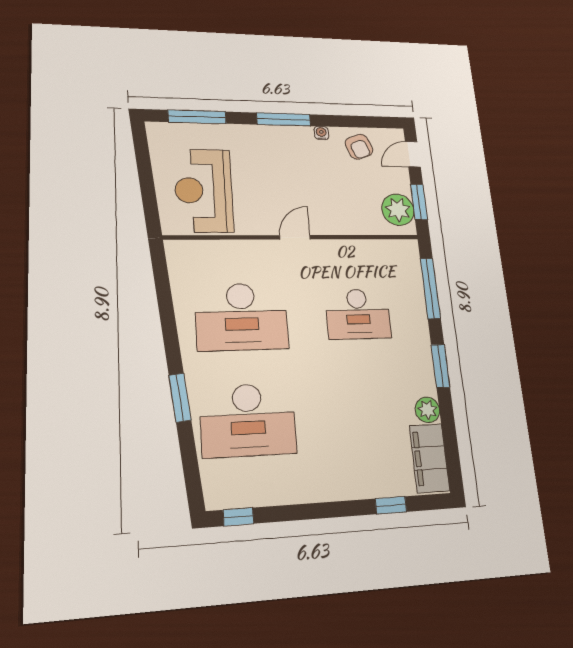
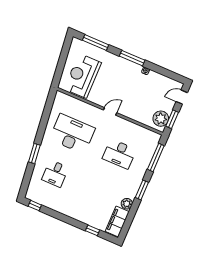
armchair: (359, 147) -> (159, 84), removed
desk: (242, 317) -> (72, 134), turned 180
desk: (248, 420) -> (55, 174), width x0.53, depth x0.77

